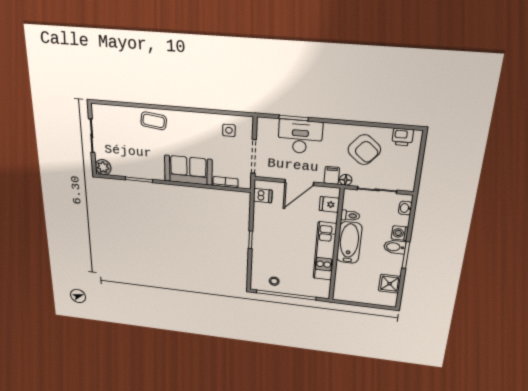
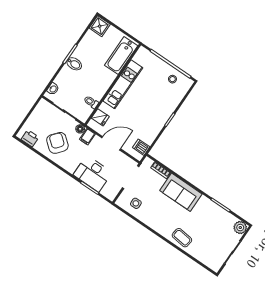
washing machine: (400, 233) -> (66, 72), removed
bathtub: (349, 243) -> (121, 55), moved
shower: (390, 284) -> (100, 26), moved

